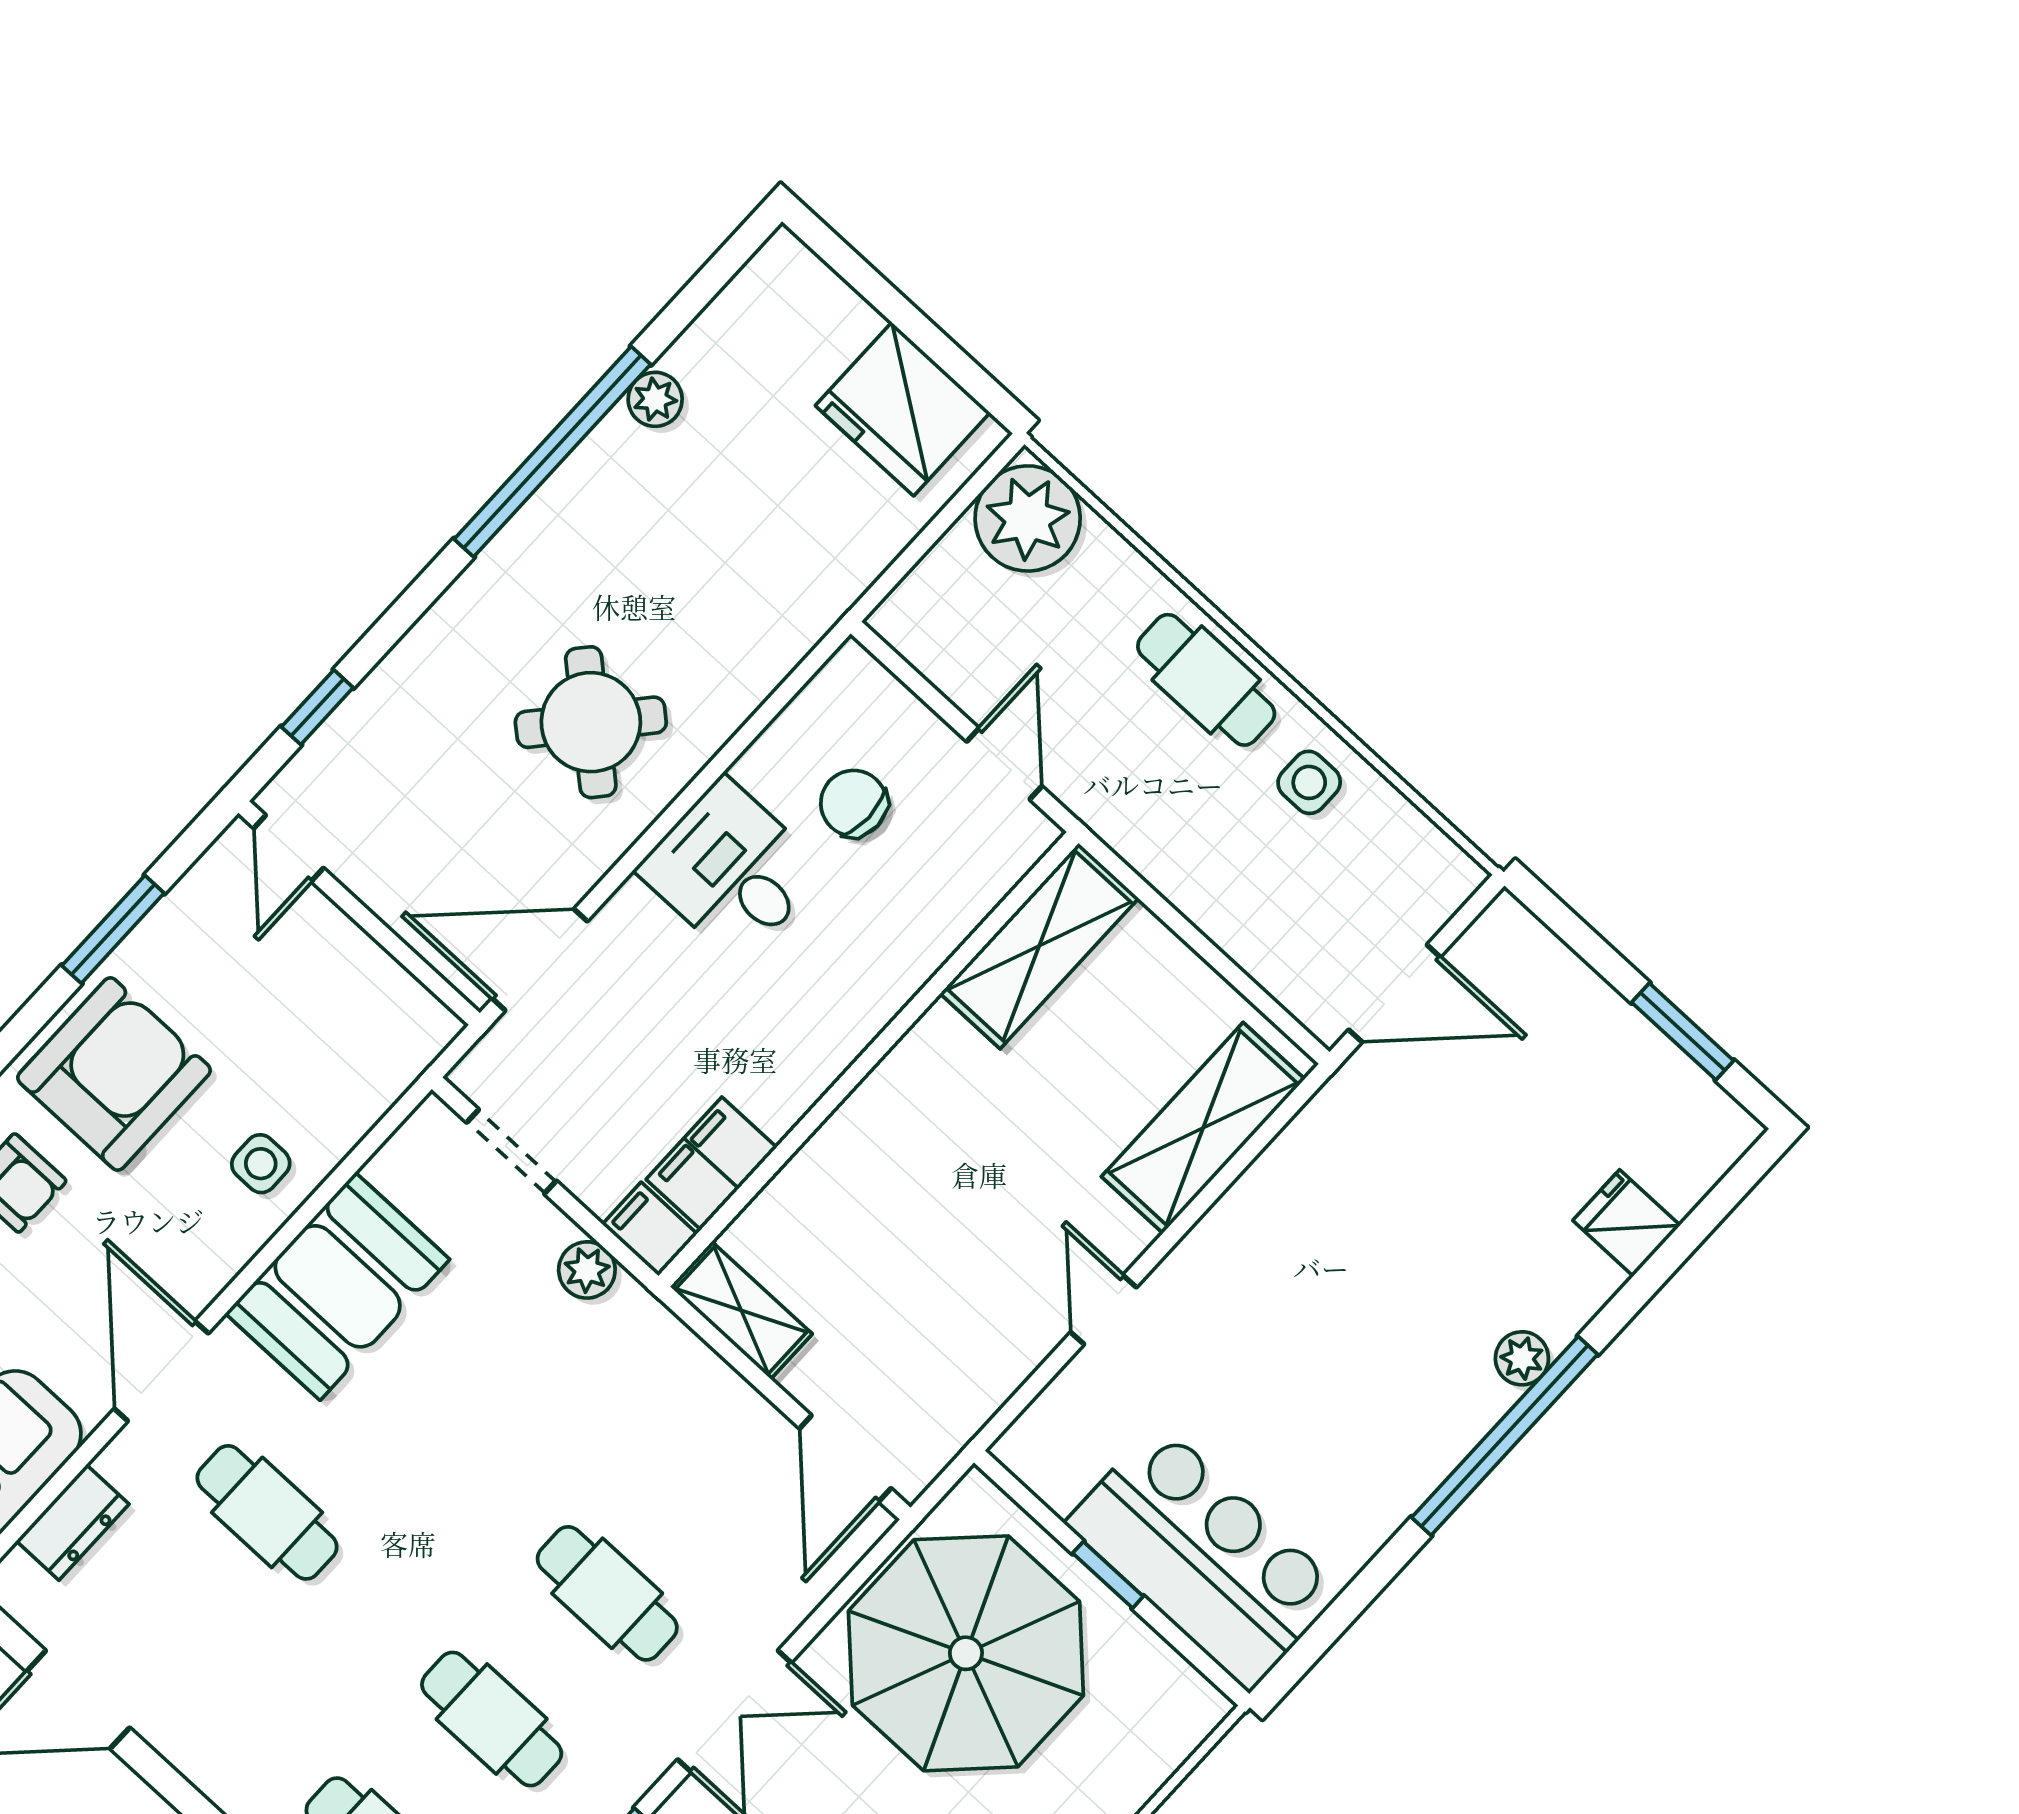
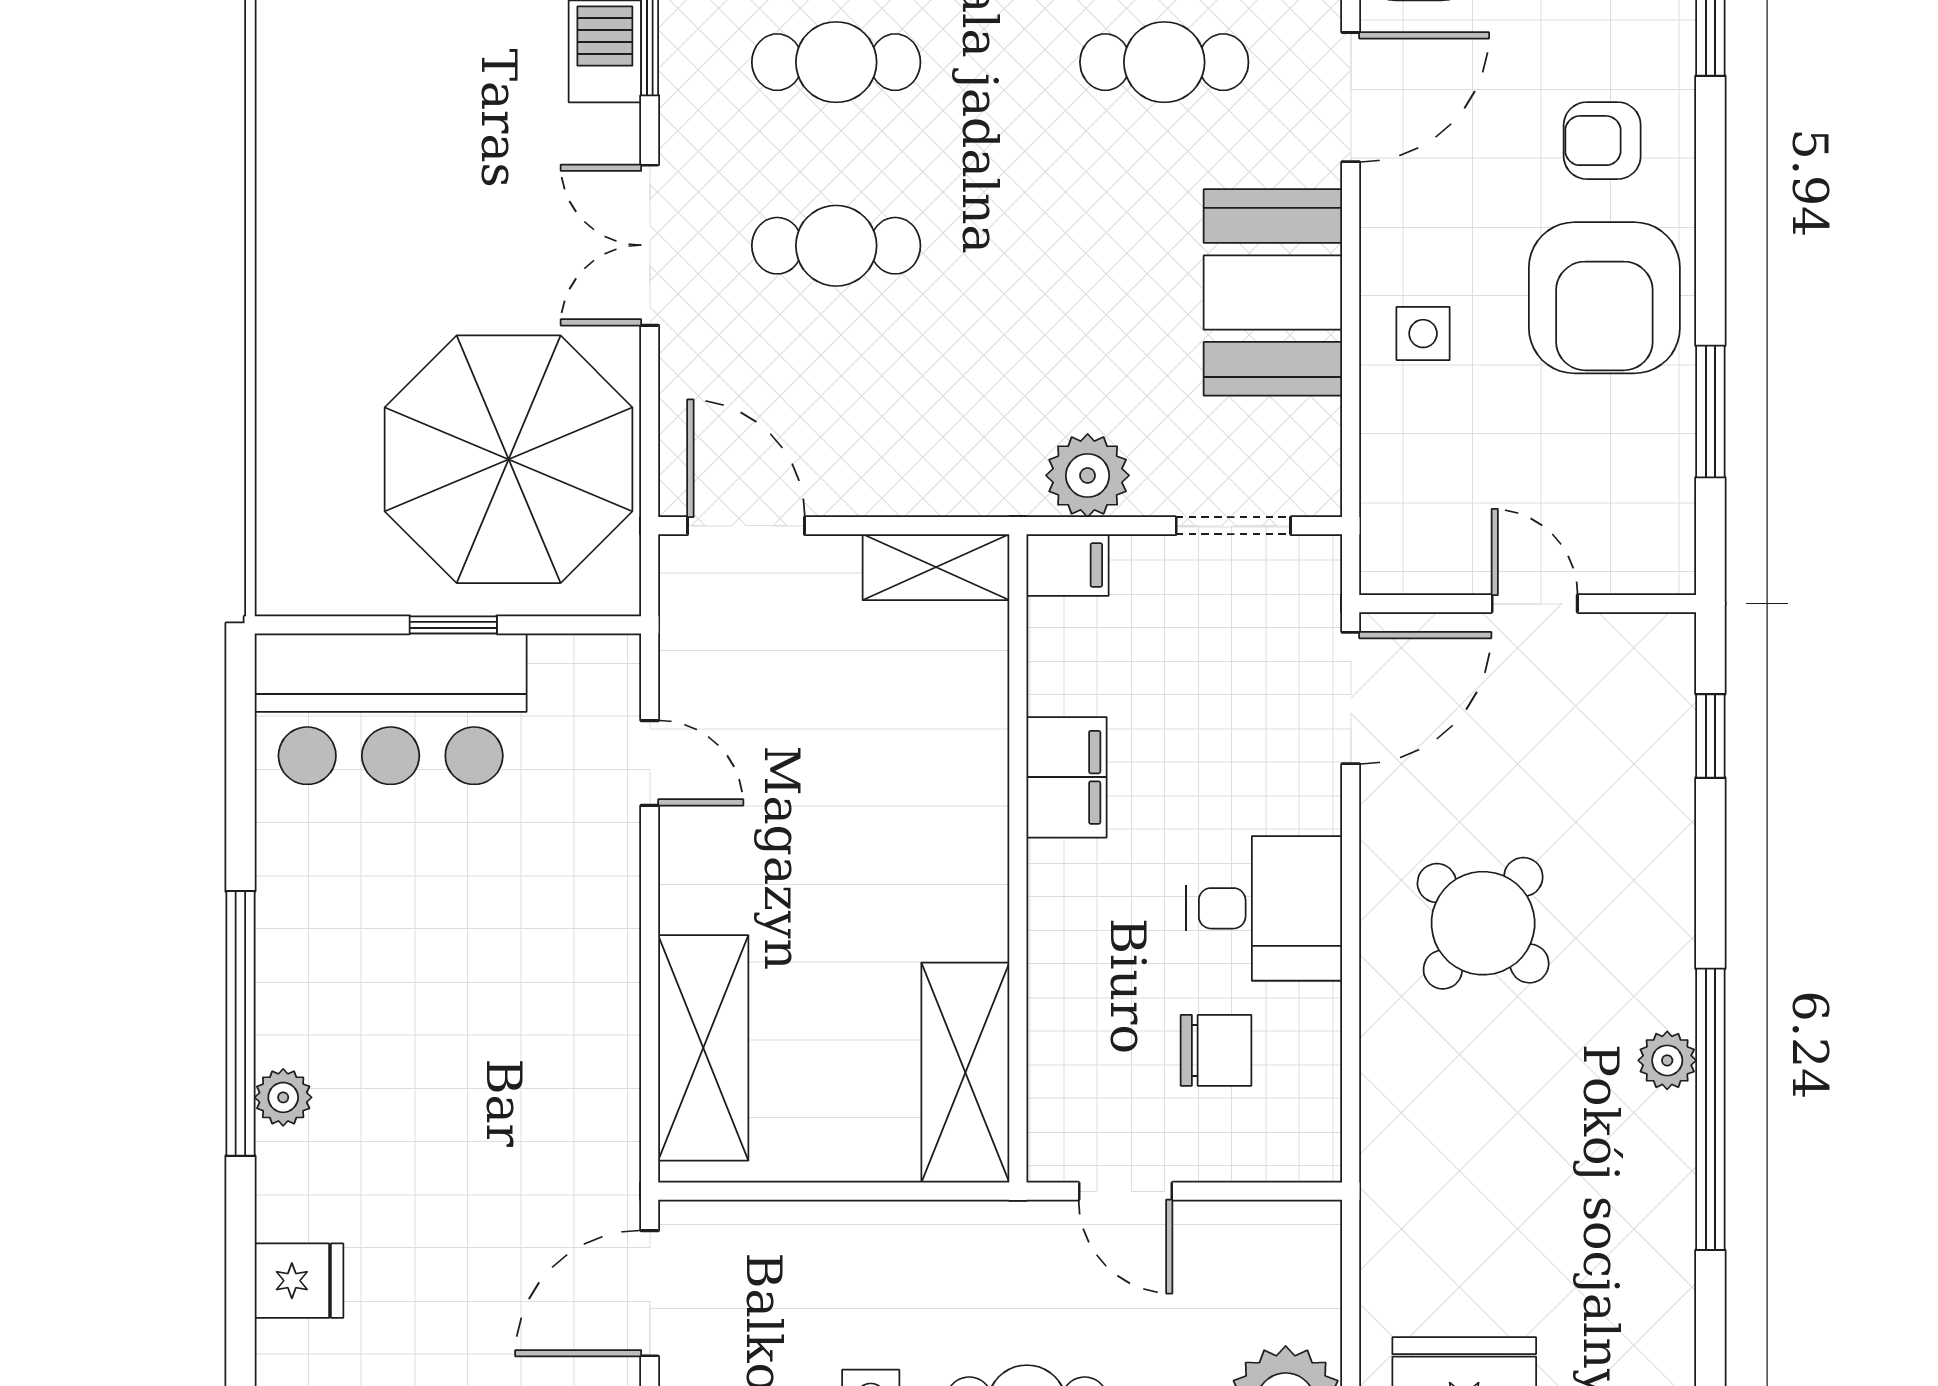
plant: (655, 399) -> (1667, 1060), moved
door: (289, 848) -> (1535, 604), moved
filing cabinet: (711, 1163) -> (1067, 777), moved
plant: (587, 1270) -> (1088, 475), width x1.38, depth x1.38
door: (1104, 1310) -> (650, 763), moved
door: (161, 1371) -> (1351, 97), hinge flipped

